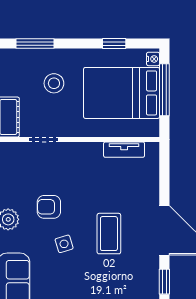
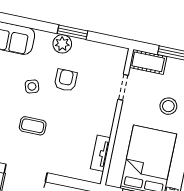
coffee table: (109, 234) -> (33, 126), width x0.73, depth x0.77

